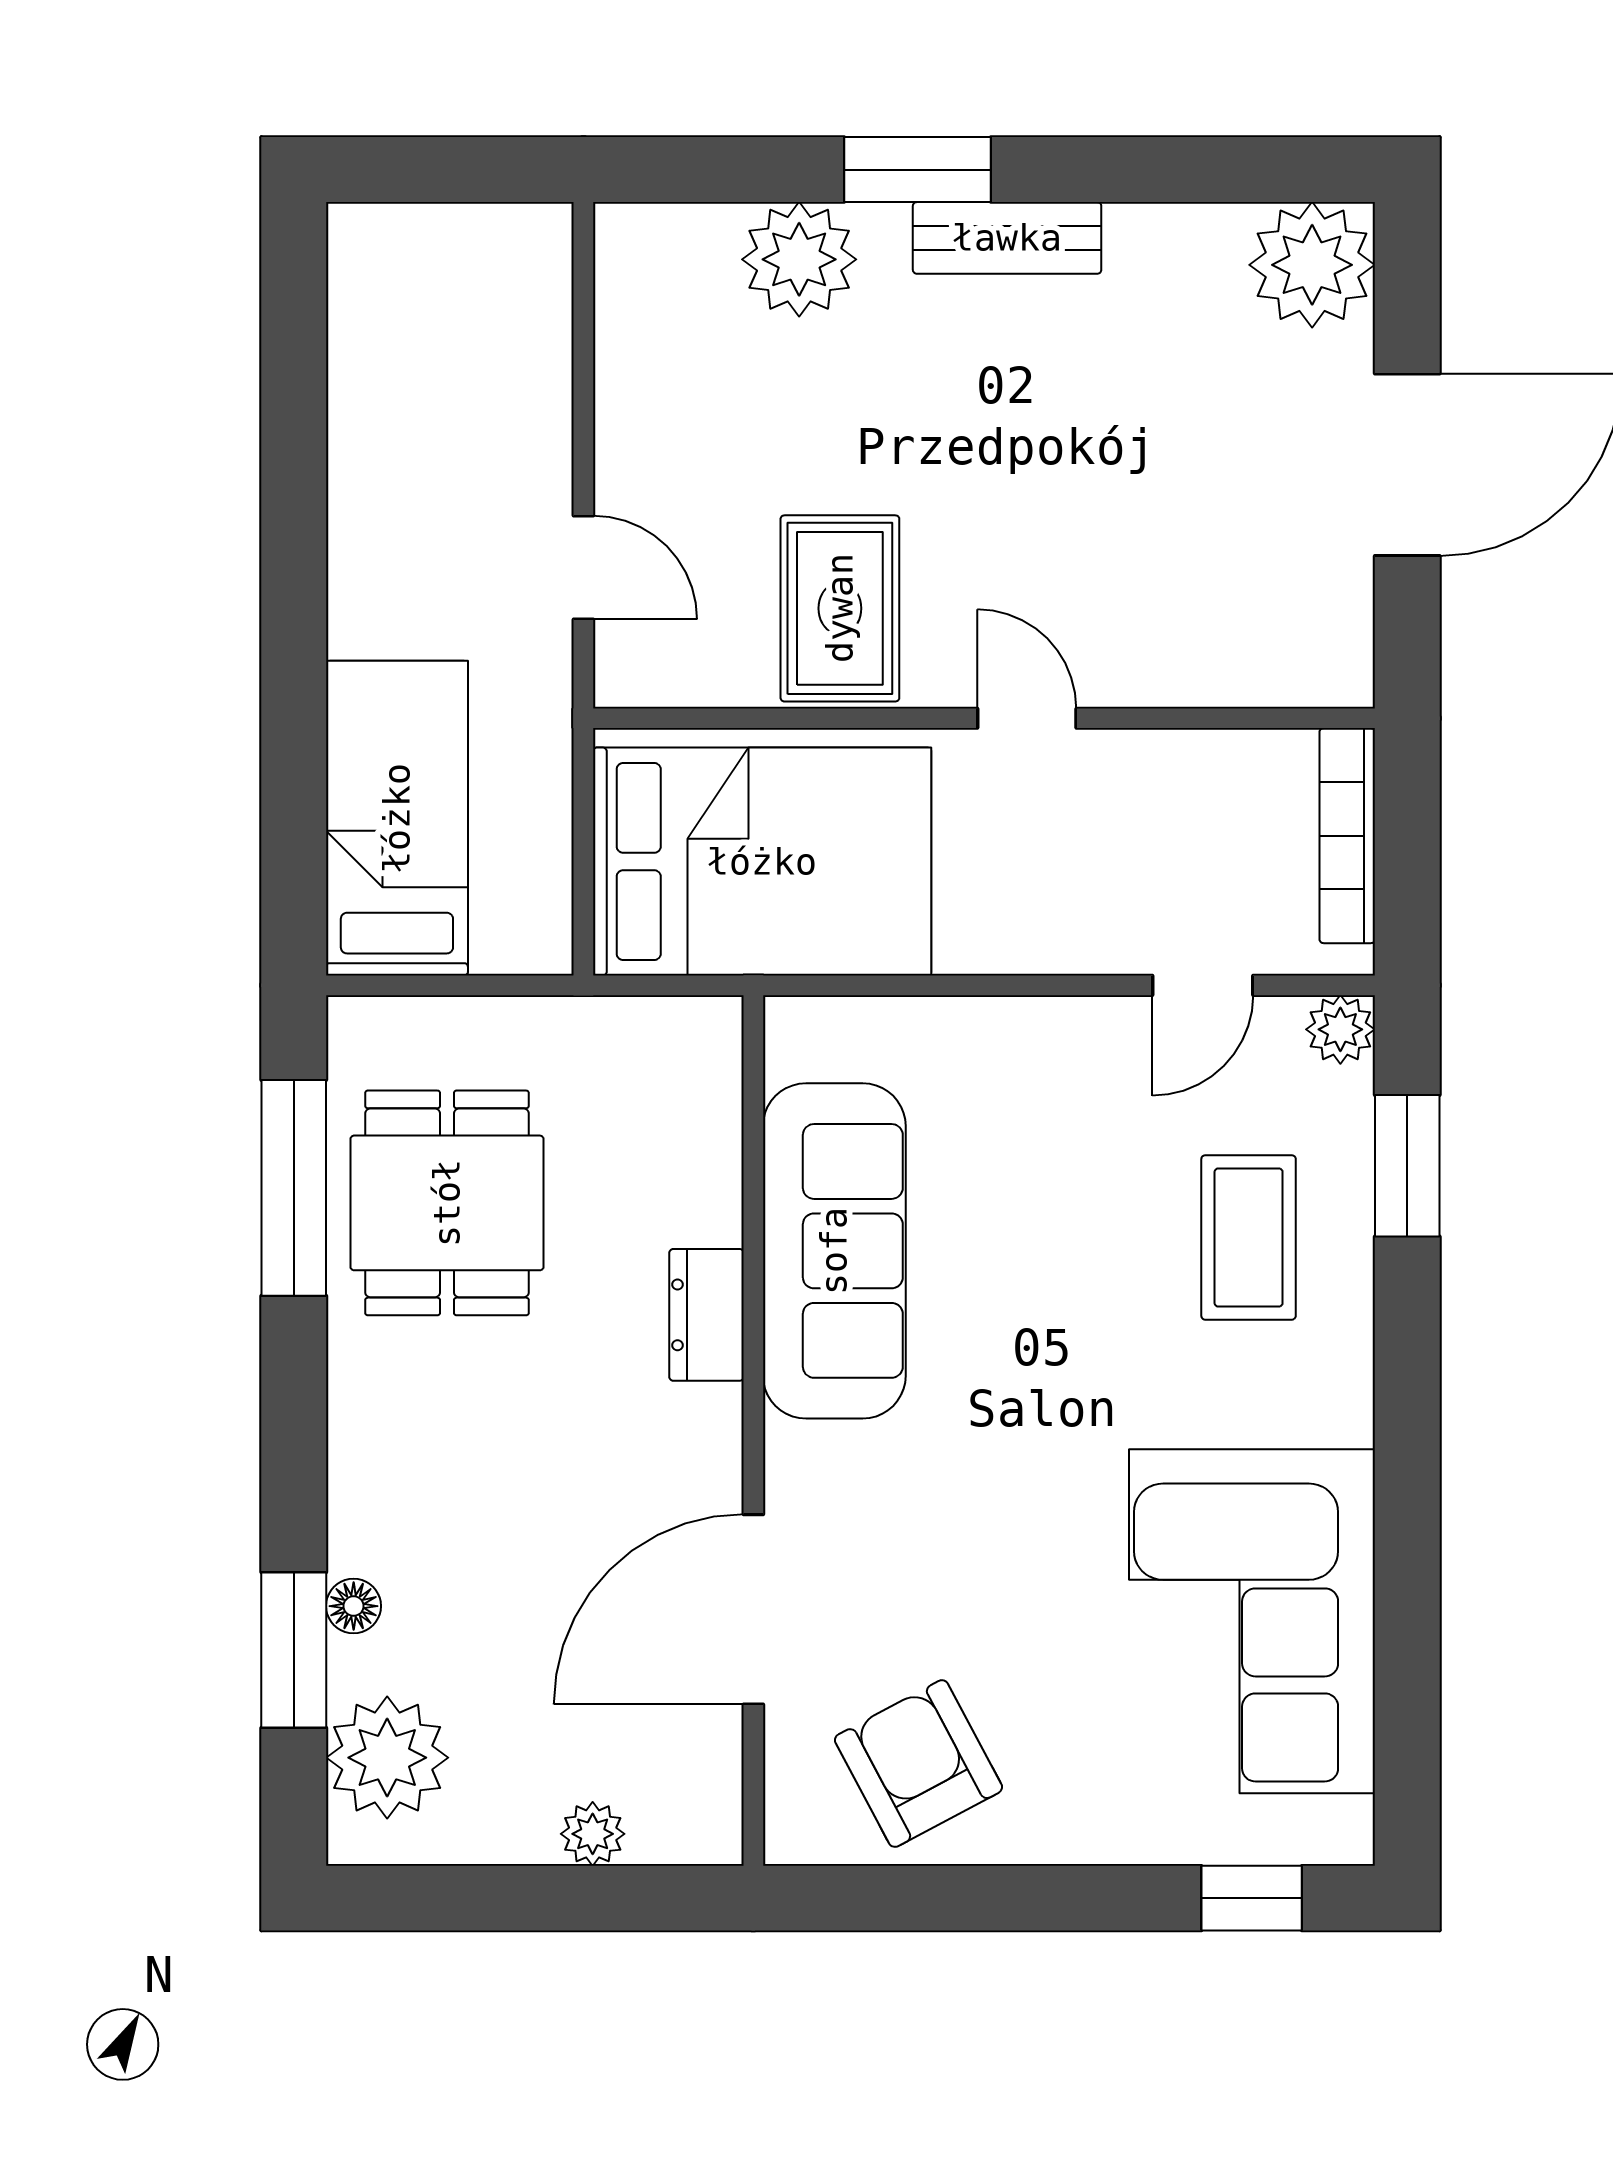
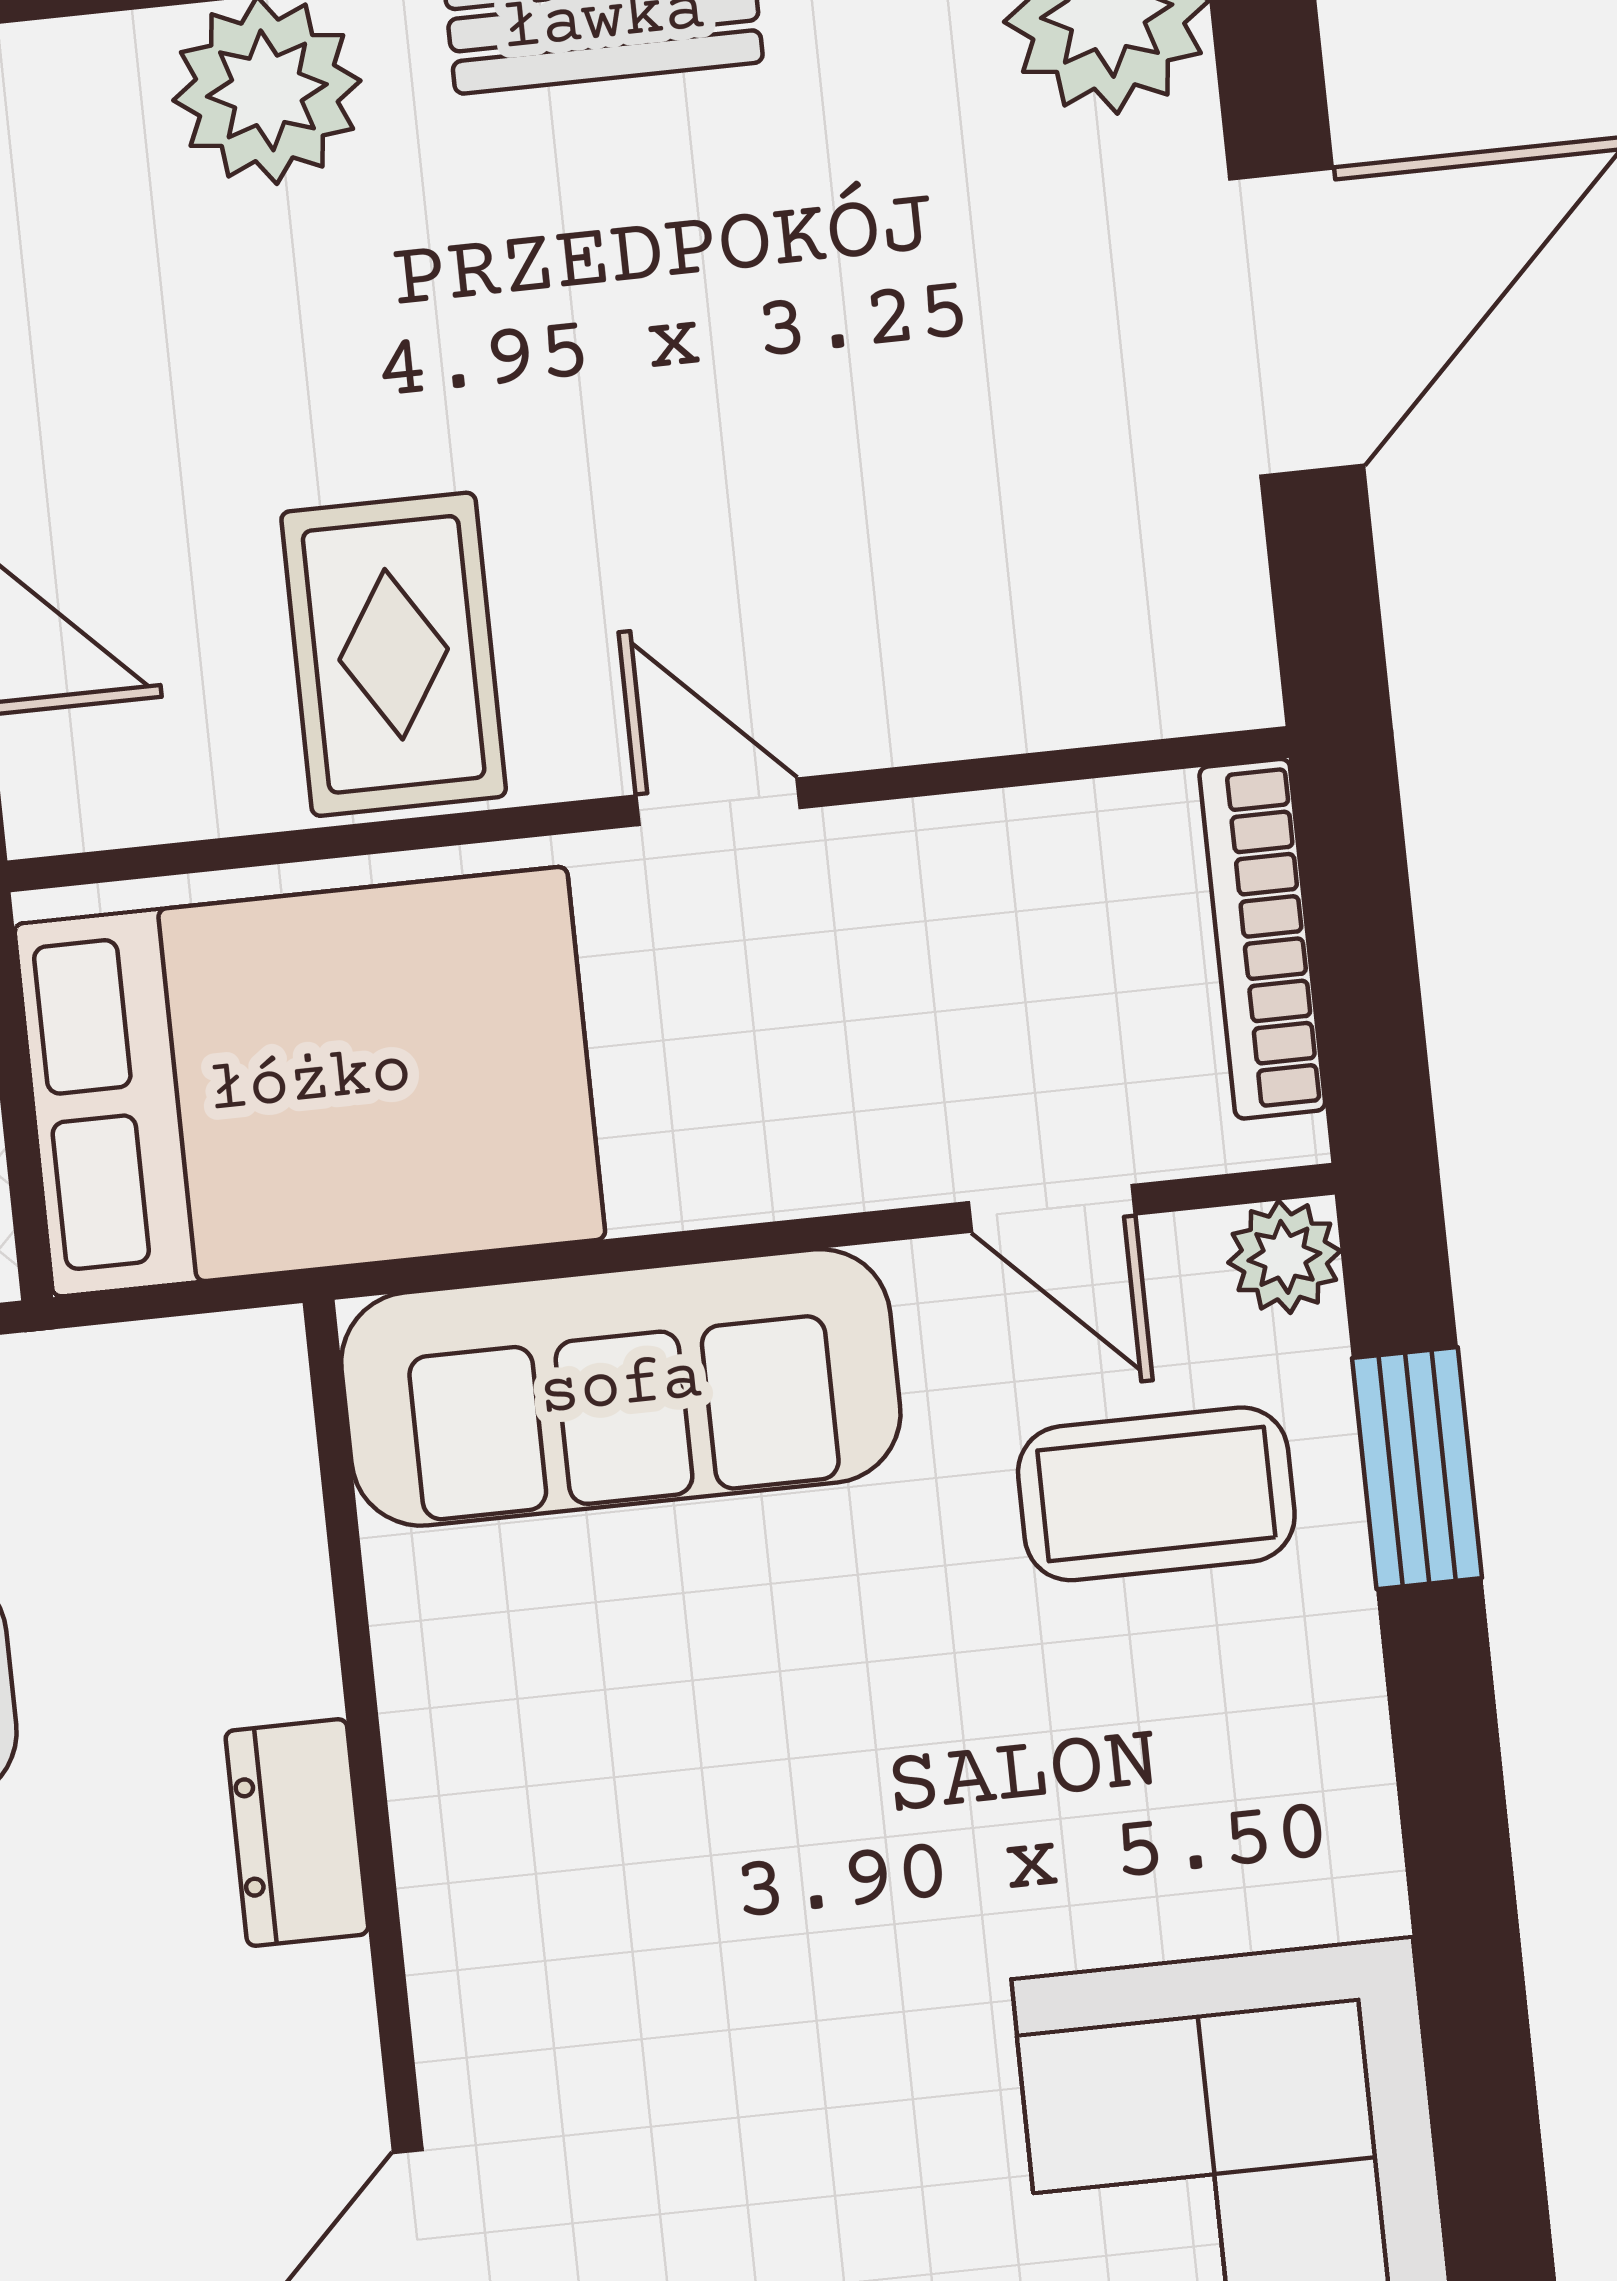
door: (1203, 985) -> (1052, 1208), hinge flipped
coffee table: (1249, 1237) -> (1156, 1494), moved, turned 90
sofa: (834, 1251) -> (621, 1387), moved, turned 90

